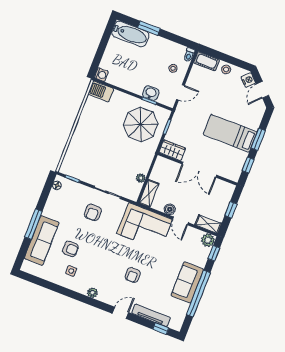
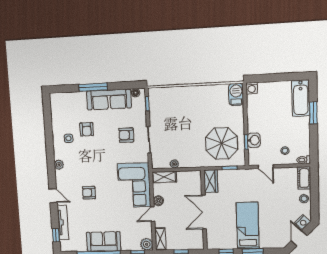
door: (263, 90) -> (299, 238), hinge flipped
sofa: (42, 240) -> (109, 99), moved

